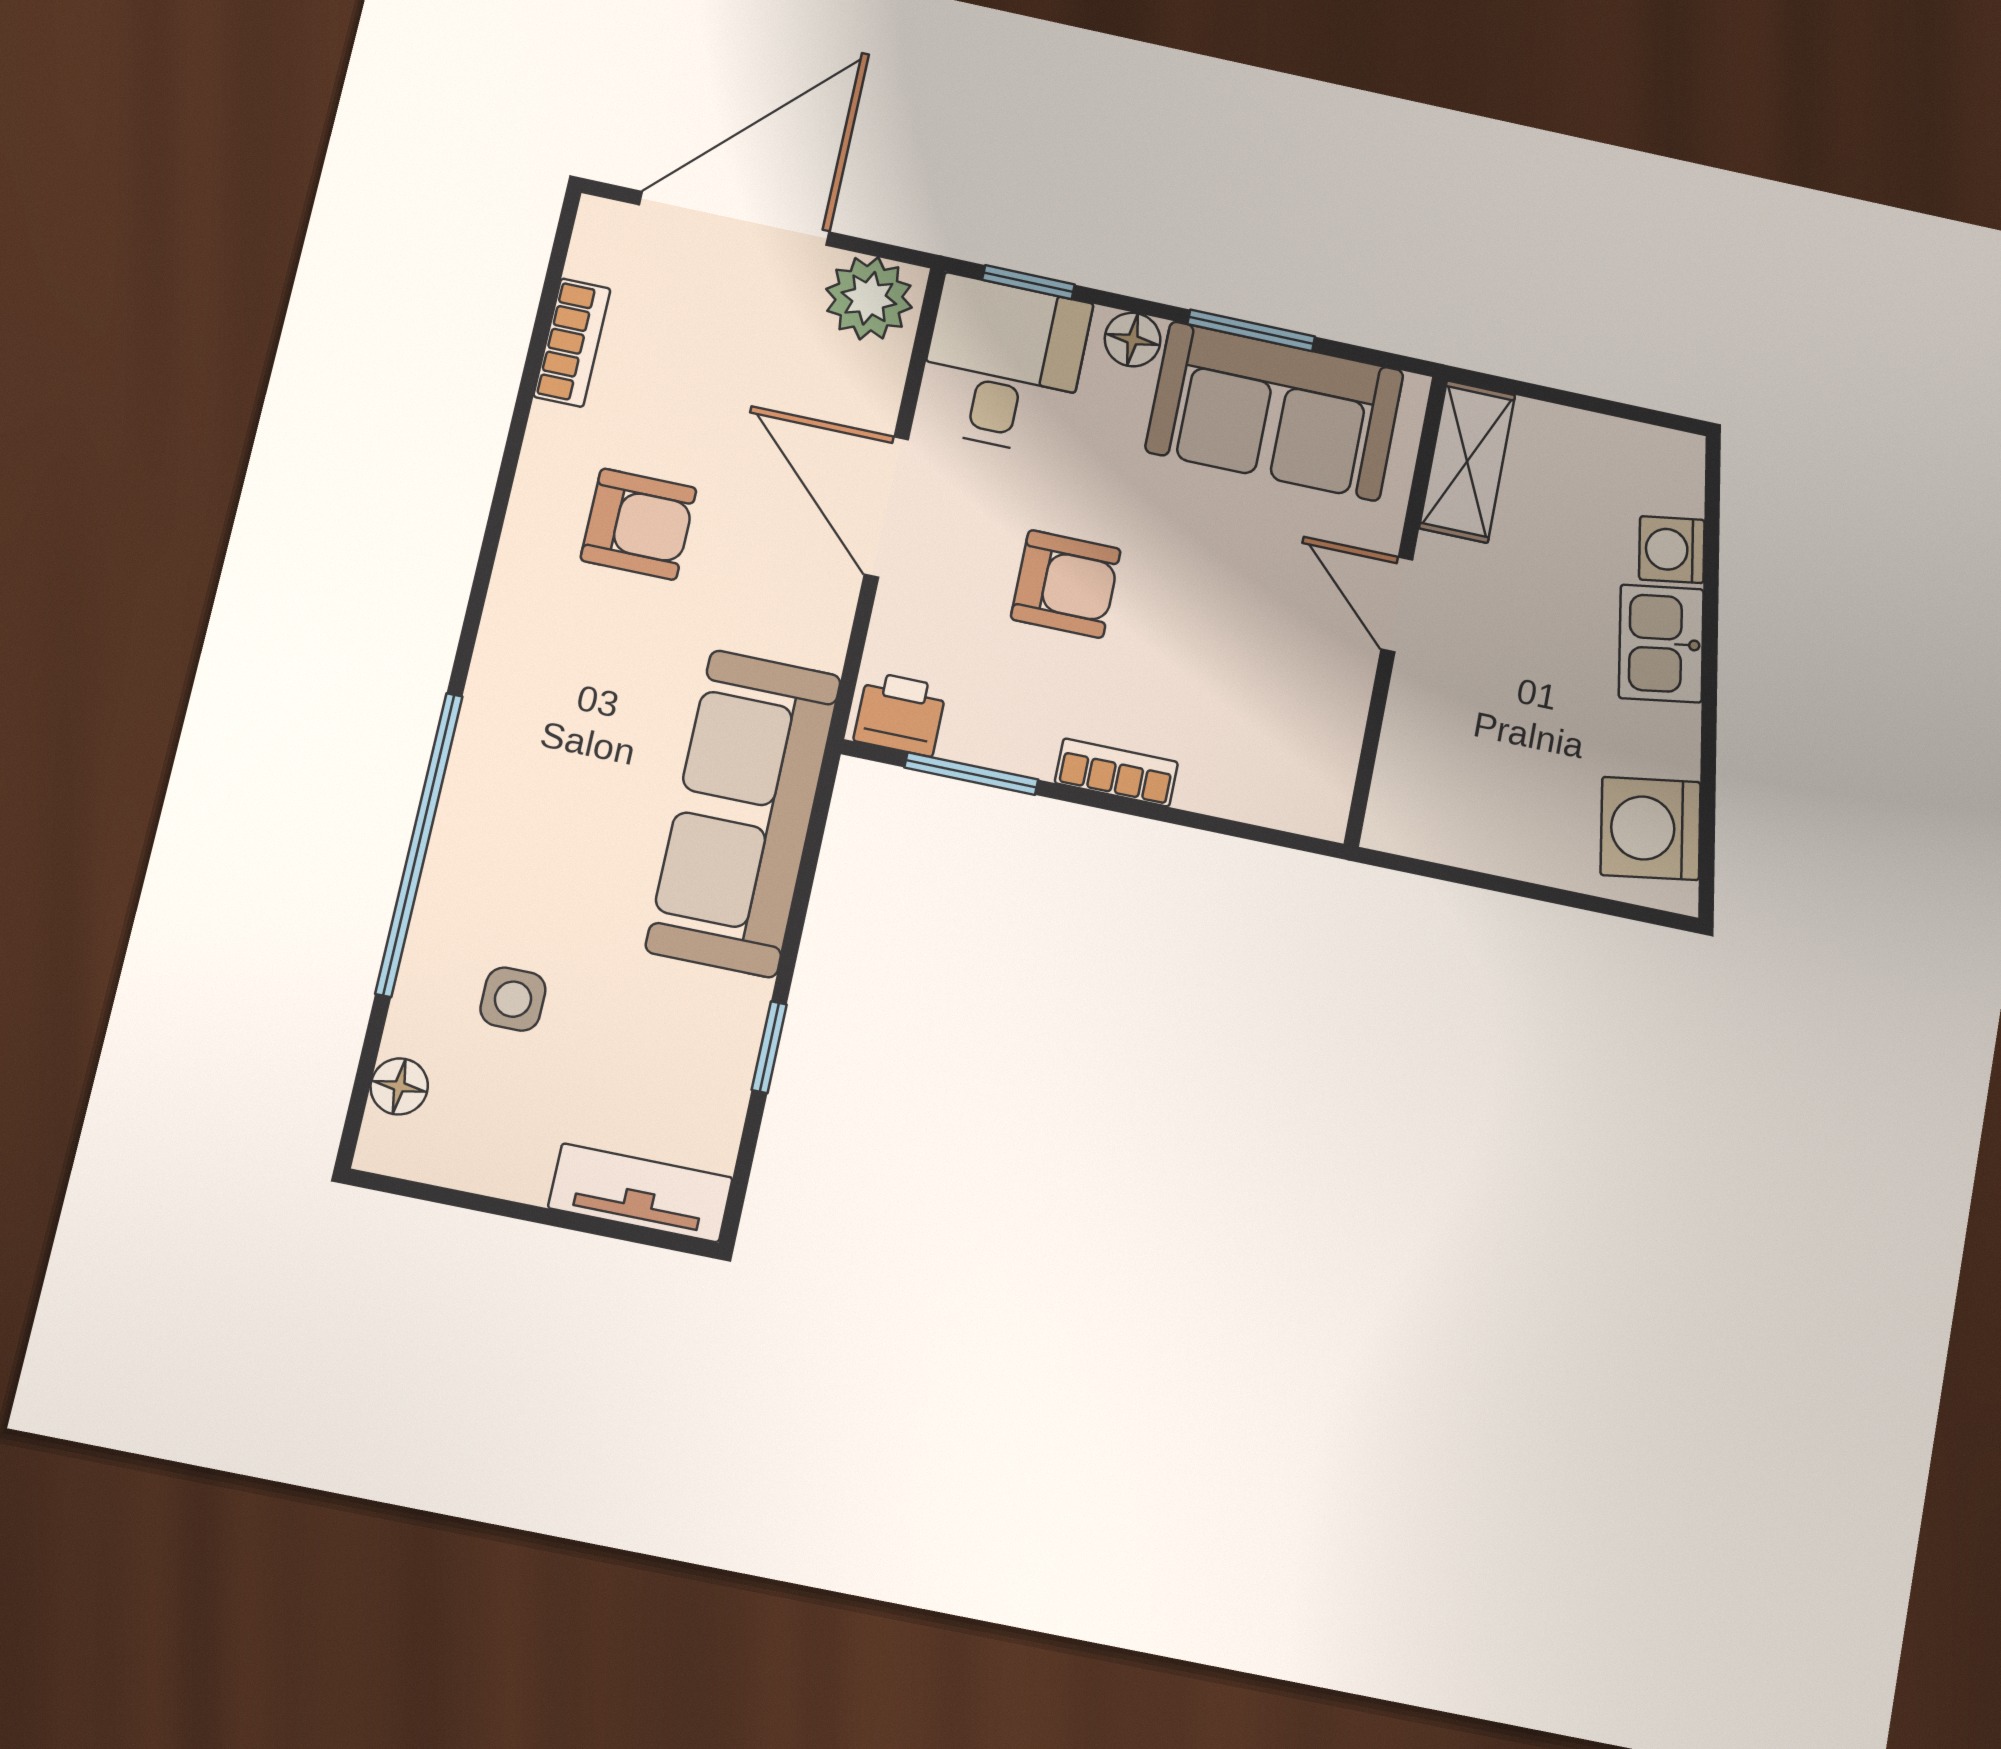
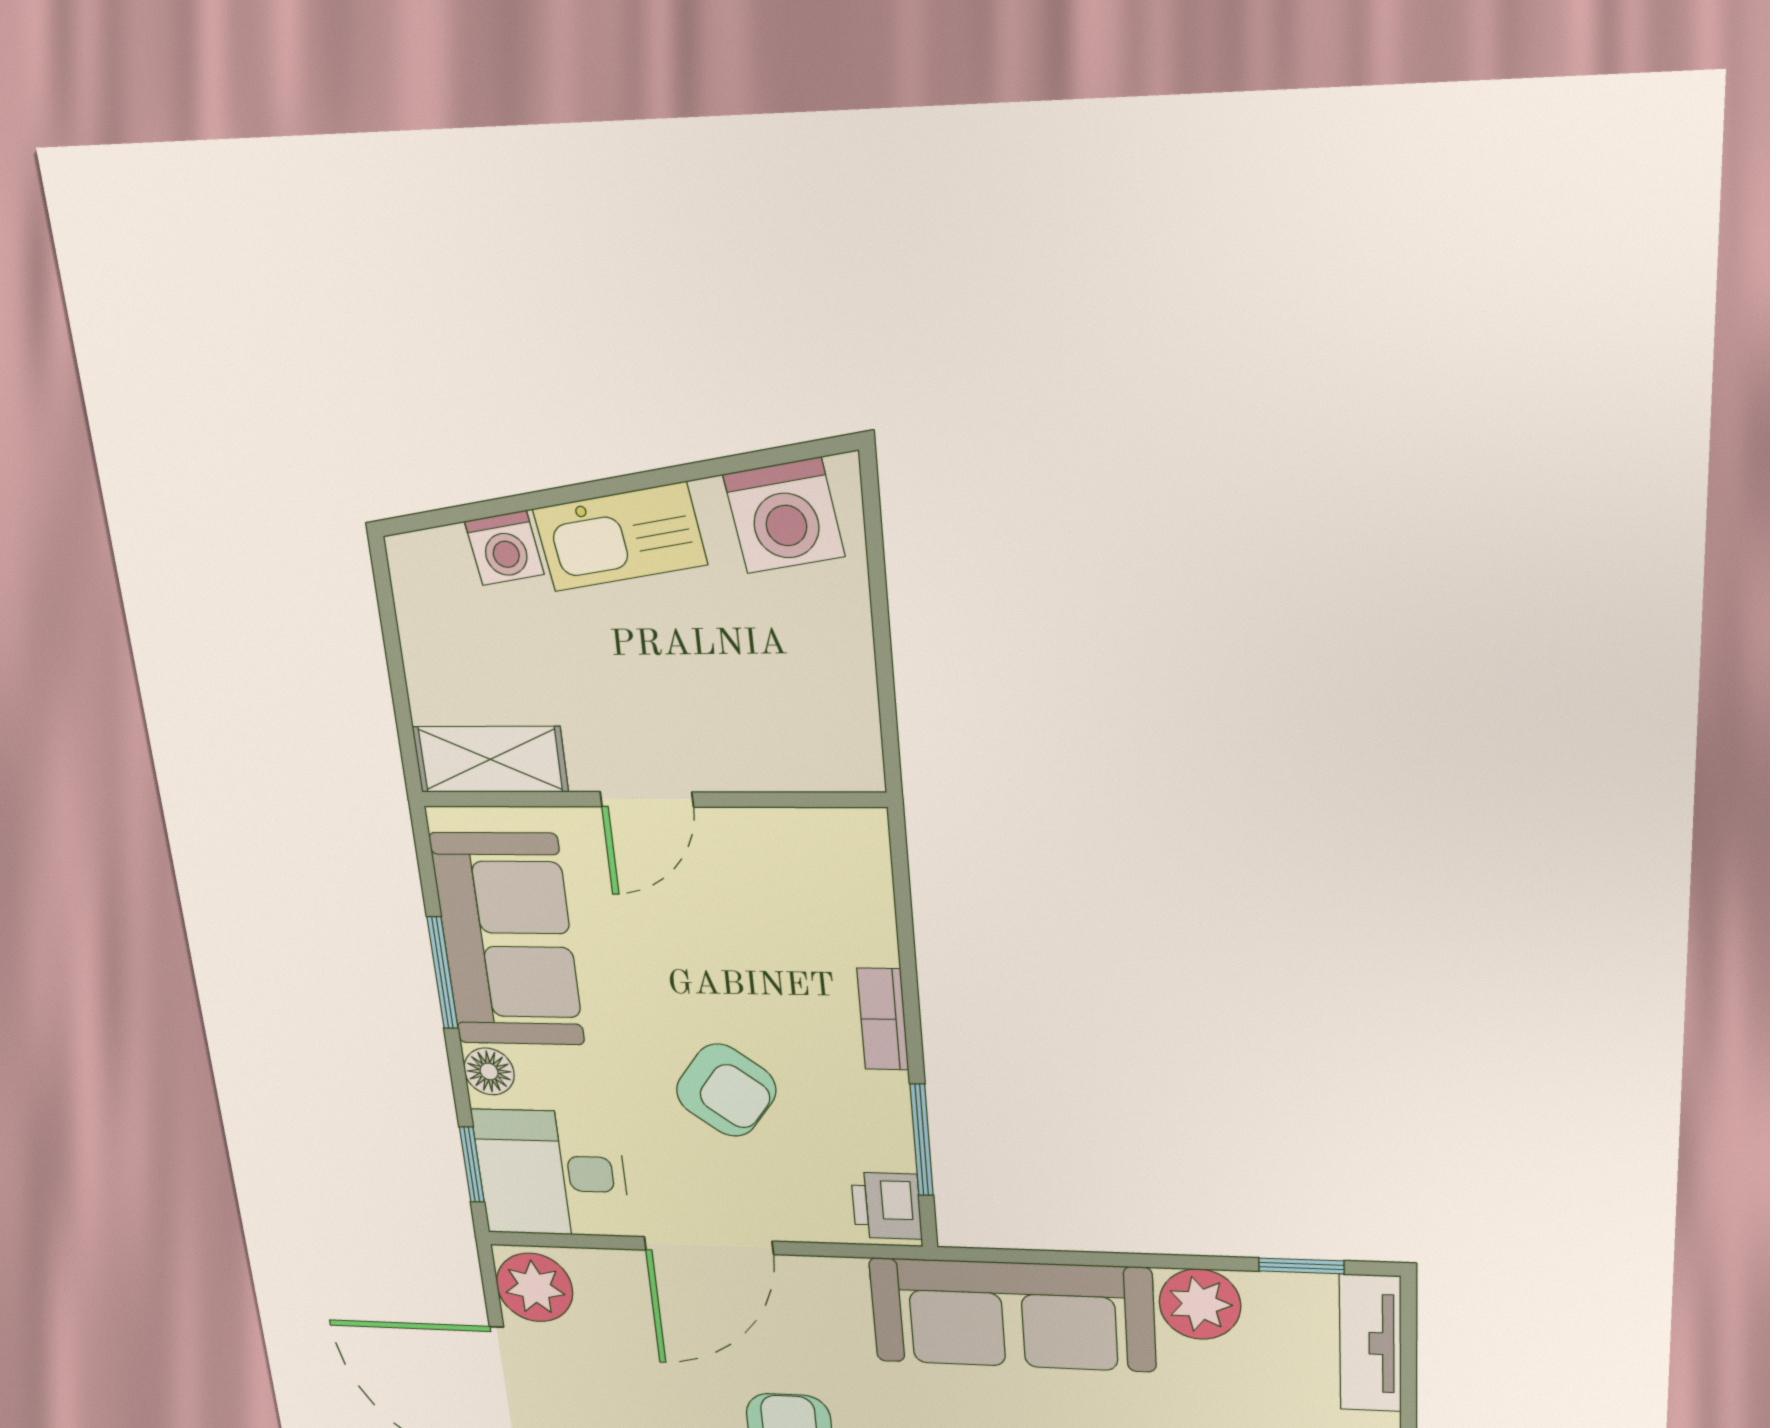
armchair: (1066, 584) -> (726, 1090), turned 127
kitchen sink: (1661, 644) -> (620, 537), width x1.38
plant: (721, 1020) -> (1200, 1304), added
window: (769, 1047) -> (1301, 1266), moved

